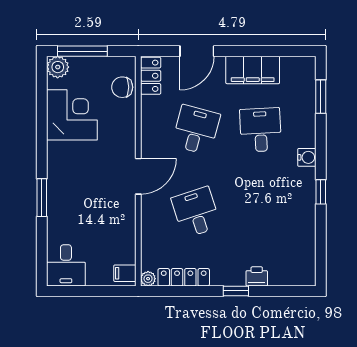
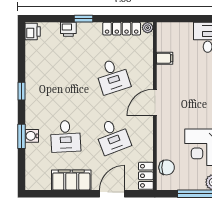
window: (321, 97) -> (22, 136), moved
desk: (196, 130) -> (113, 136), turned -36
water cooler: (307, 157) -> (32, 136), moved
filing cabinet: (125, 273) -> (165, 58), moved
printer: (306, 273) -> (33, 31), added

